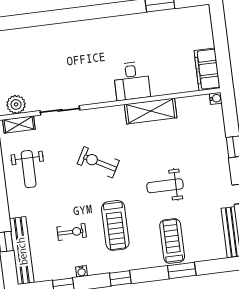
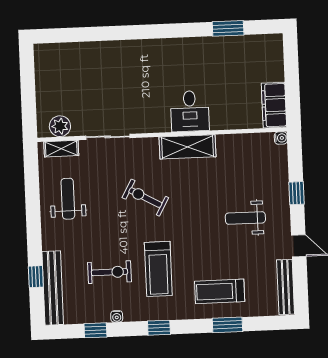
shelving: (151, 111) -> (187, 147), moved
weight bench: (29, 169) -> (68, 199), turned 180
weight bench: (165, 186) -> (245, 218), moved
exercise bike: (72, 232) -> (110, 272), width x1.38, depth x1.39
treadmill: (172, 241) -> (220, 291), turned -90

